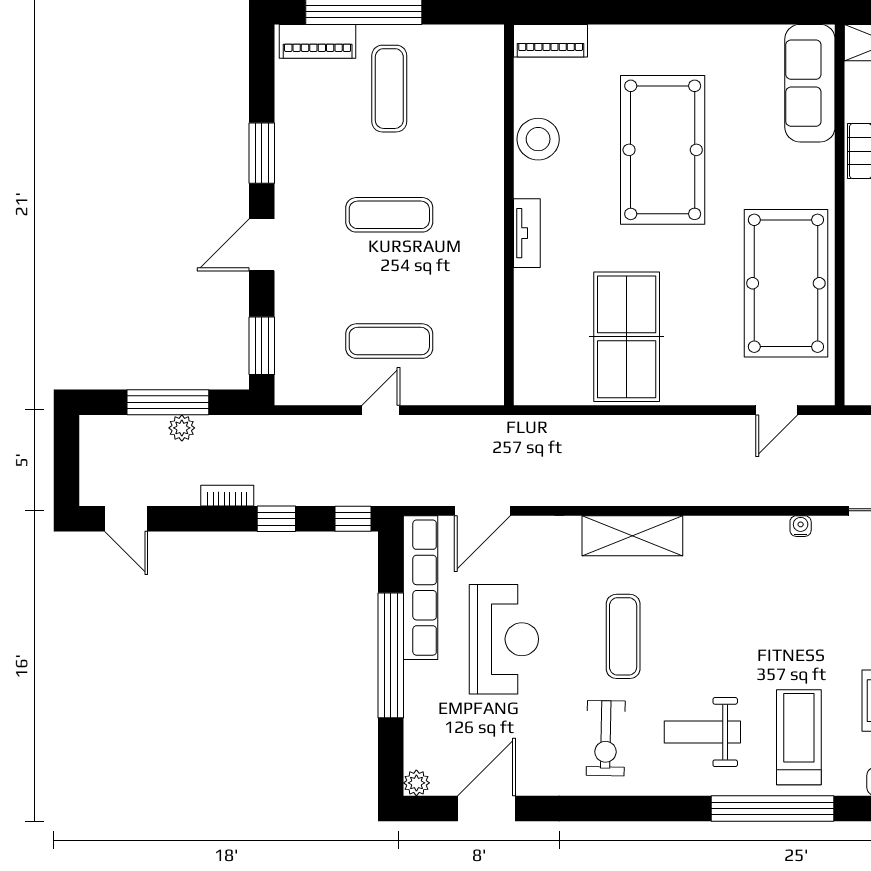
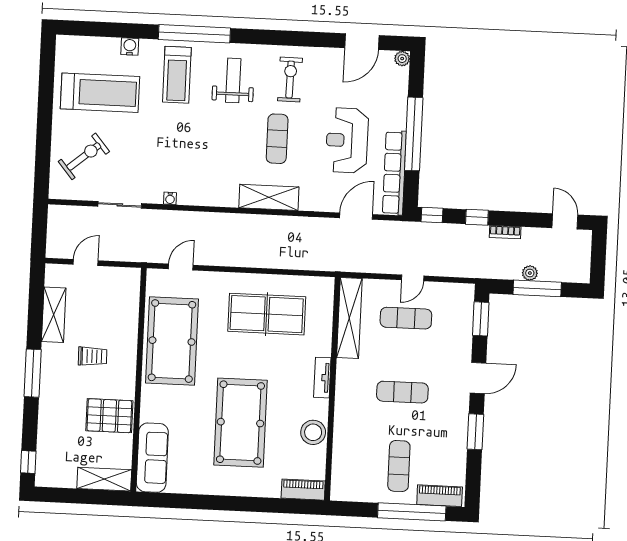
shelving: (486, 337) -> (349, 318), added
table tennis table: (627, 337) -> (267, 314), turned 90
weight bench: (702, 732) -> (233, 80), turned -90

